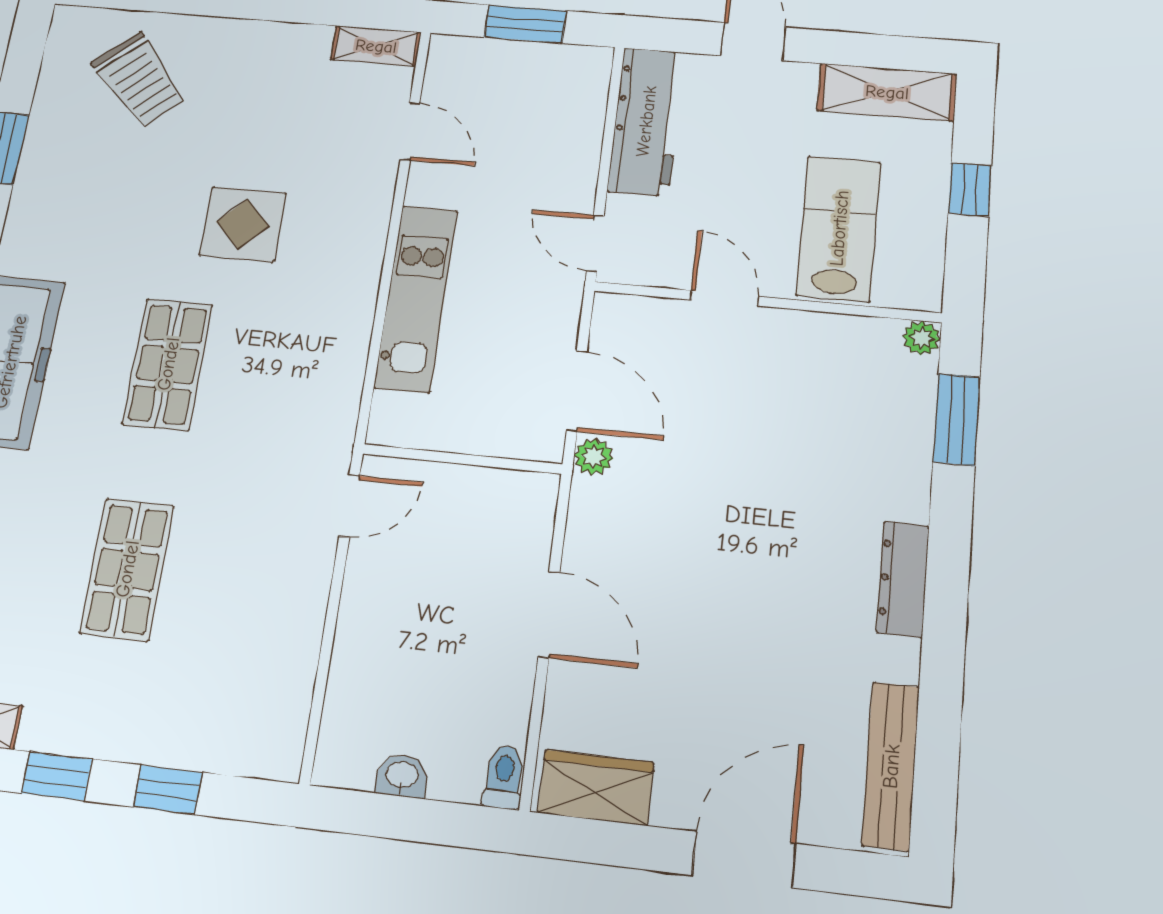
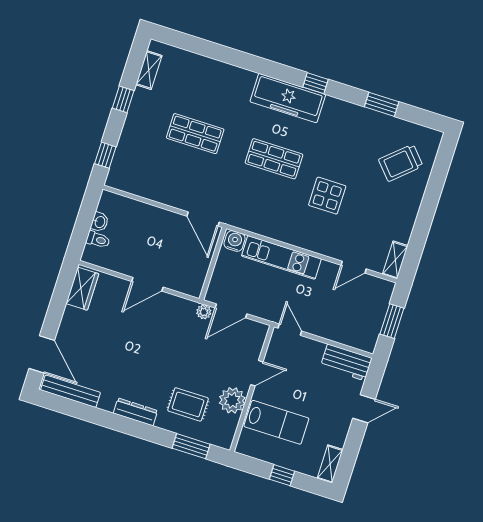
shelving: (887, 92) -> (330, 464), width x0.67, depth x0.75
workbench: (646, 121) -> (346, 362), width x0.73
door: (595, 243) -> (290, 330), hinge flipped
plant: (922, 338) -> (232, 400), moved, width x1.88, depth x1.88
water cooler: (394, 417) -> (235, 241), added
rug: (848, 449) -> (188, 404), added
door: (349, 506) -> (203, 219), width x1.38
toilet: (504, 777) -> (98, 240), moved
window: (168, 790) -> (105, 155), moved
door: (744, 859) -> (42, 354), moved

